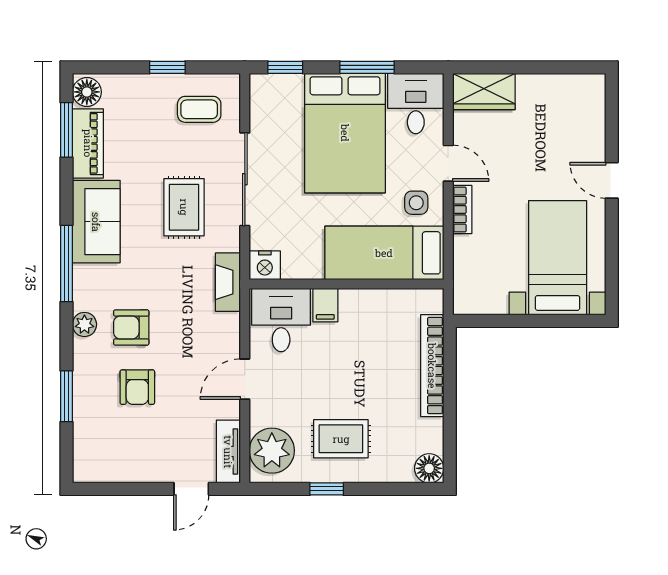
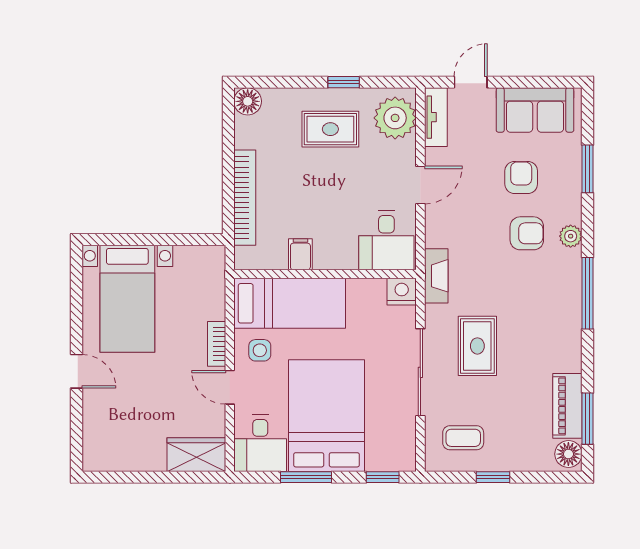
sofa: (96, 222) -> (535, 110), moved, turned -90
filing cabinet: (325, 305) -> (300, 254), moved

